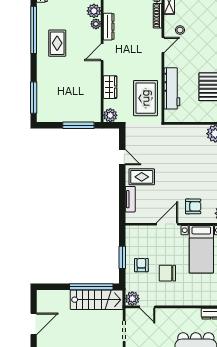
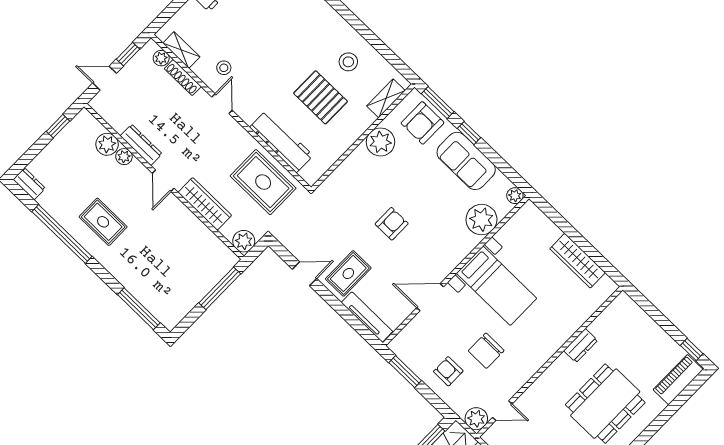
wardrobe: (110, 87) -> (205, 204), width x1.50
tv unit: (130, 199) -> (367, 317), width x1.41
armchair: (193, 206) -> (392, 224), moved
door: (167, 224) -> (430, 297), hinge flipped
window: (122, 257) -> (405, 372), moved

